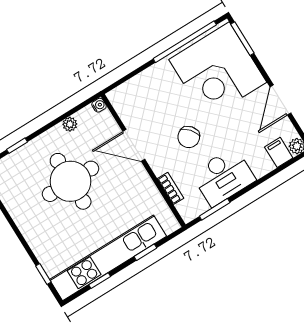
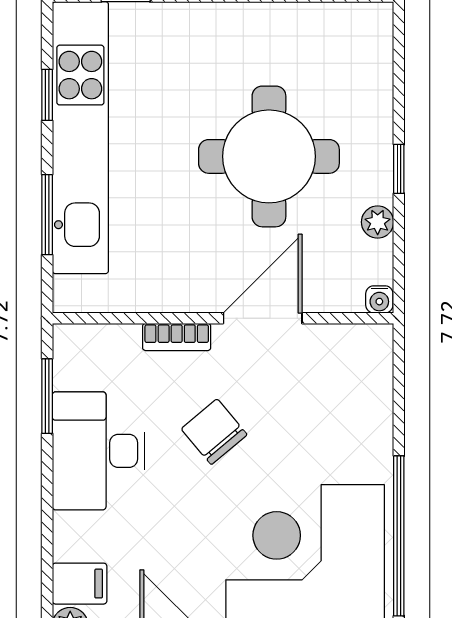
window: (17, 146) -> (399, 169), moved
bookcase: (171, 188) -> (177, 337), moved
window: (145, 252) -> (47, 215), width x1.50

